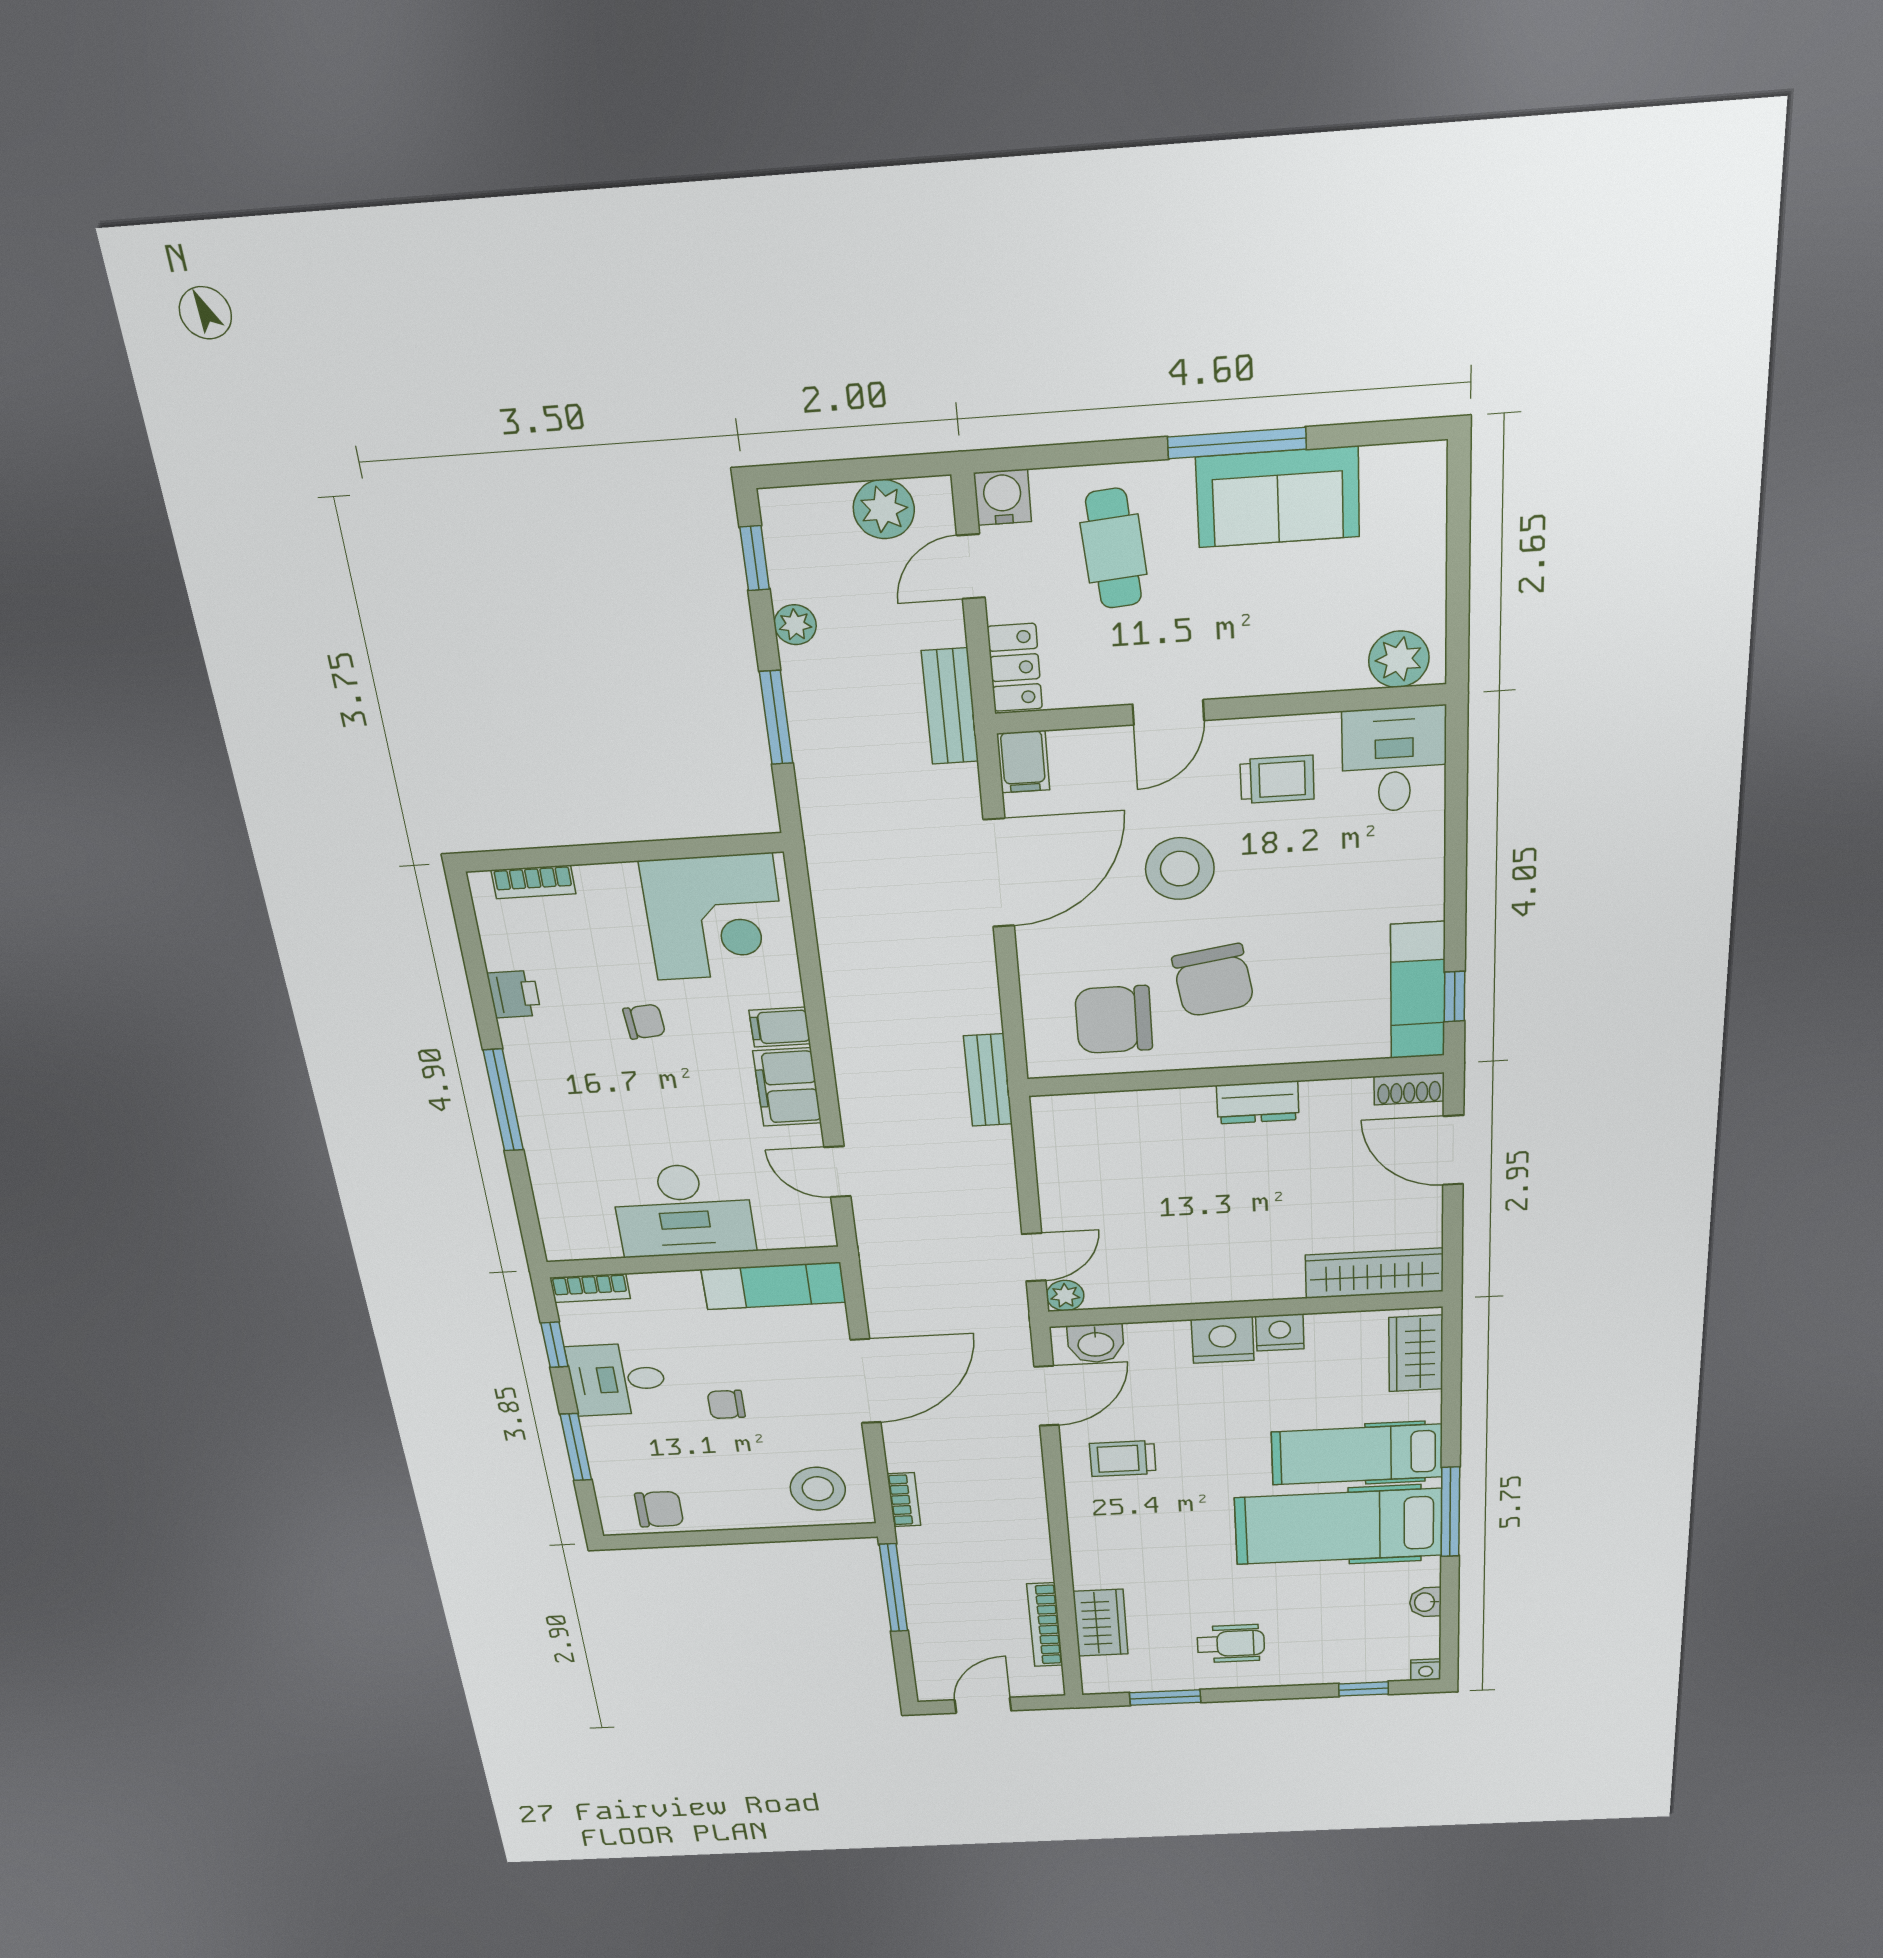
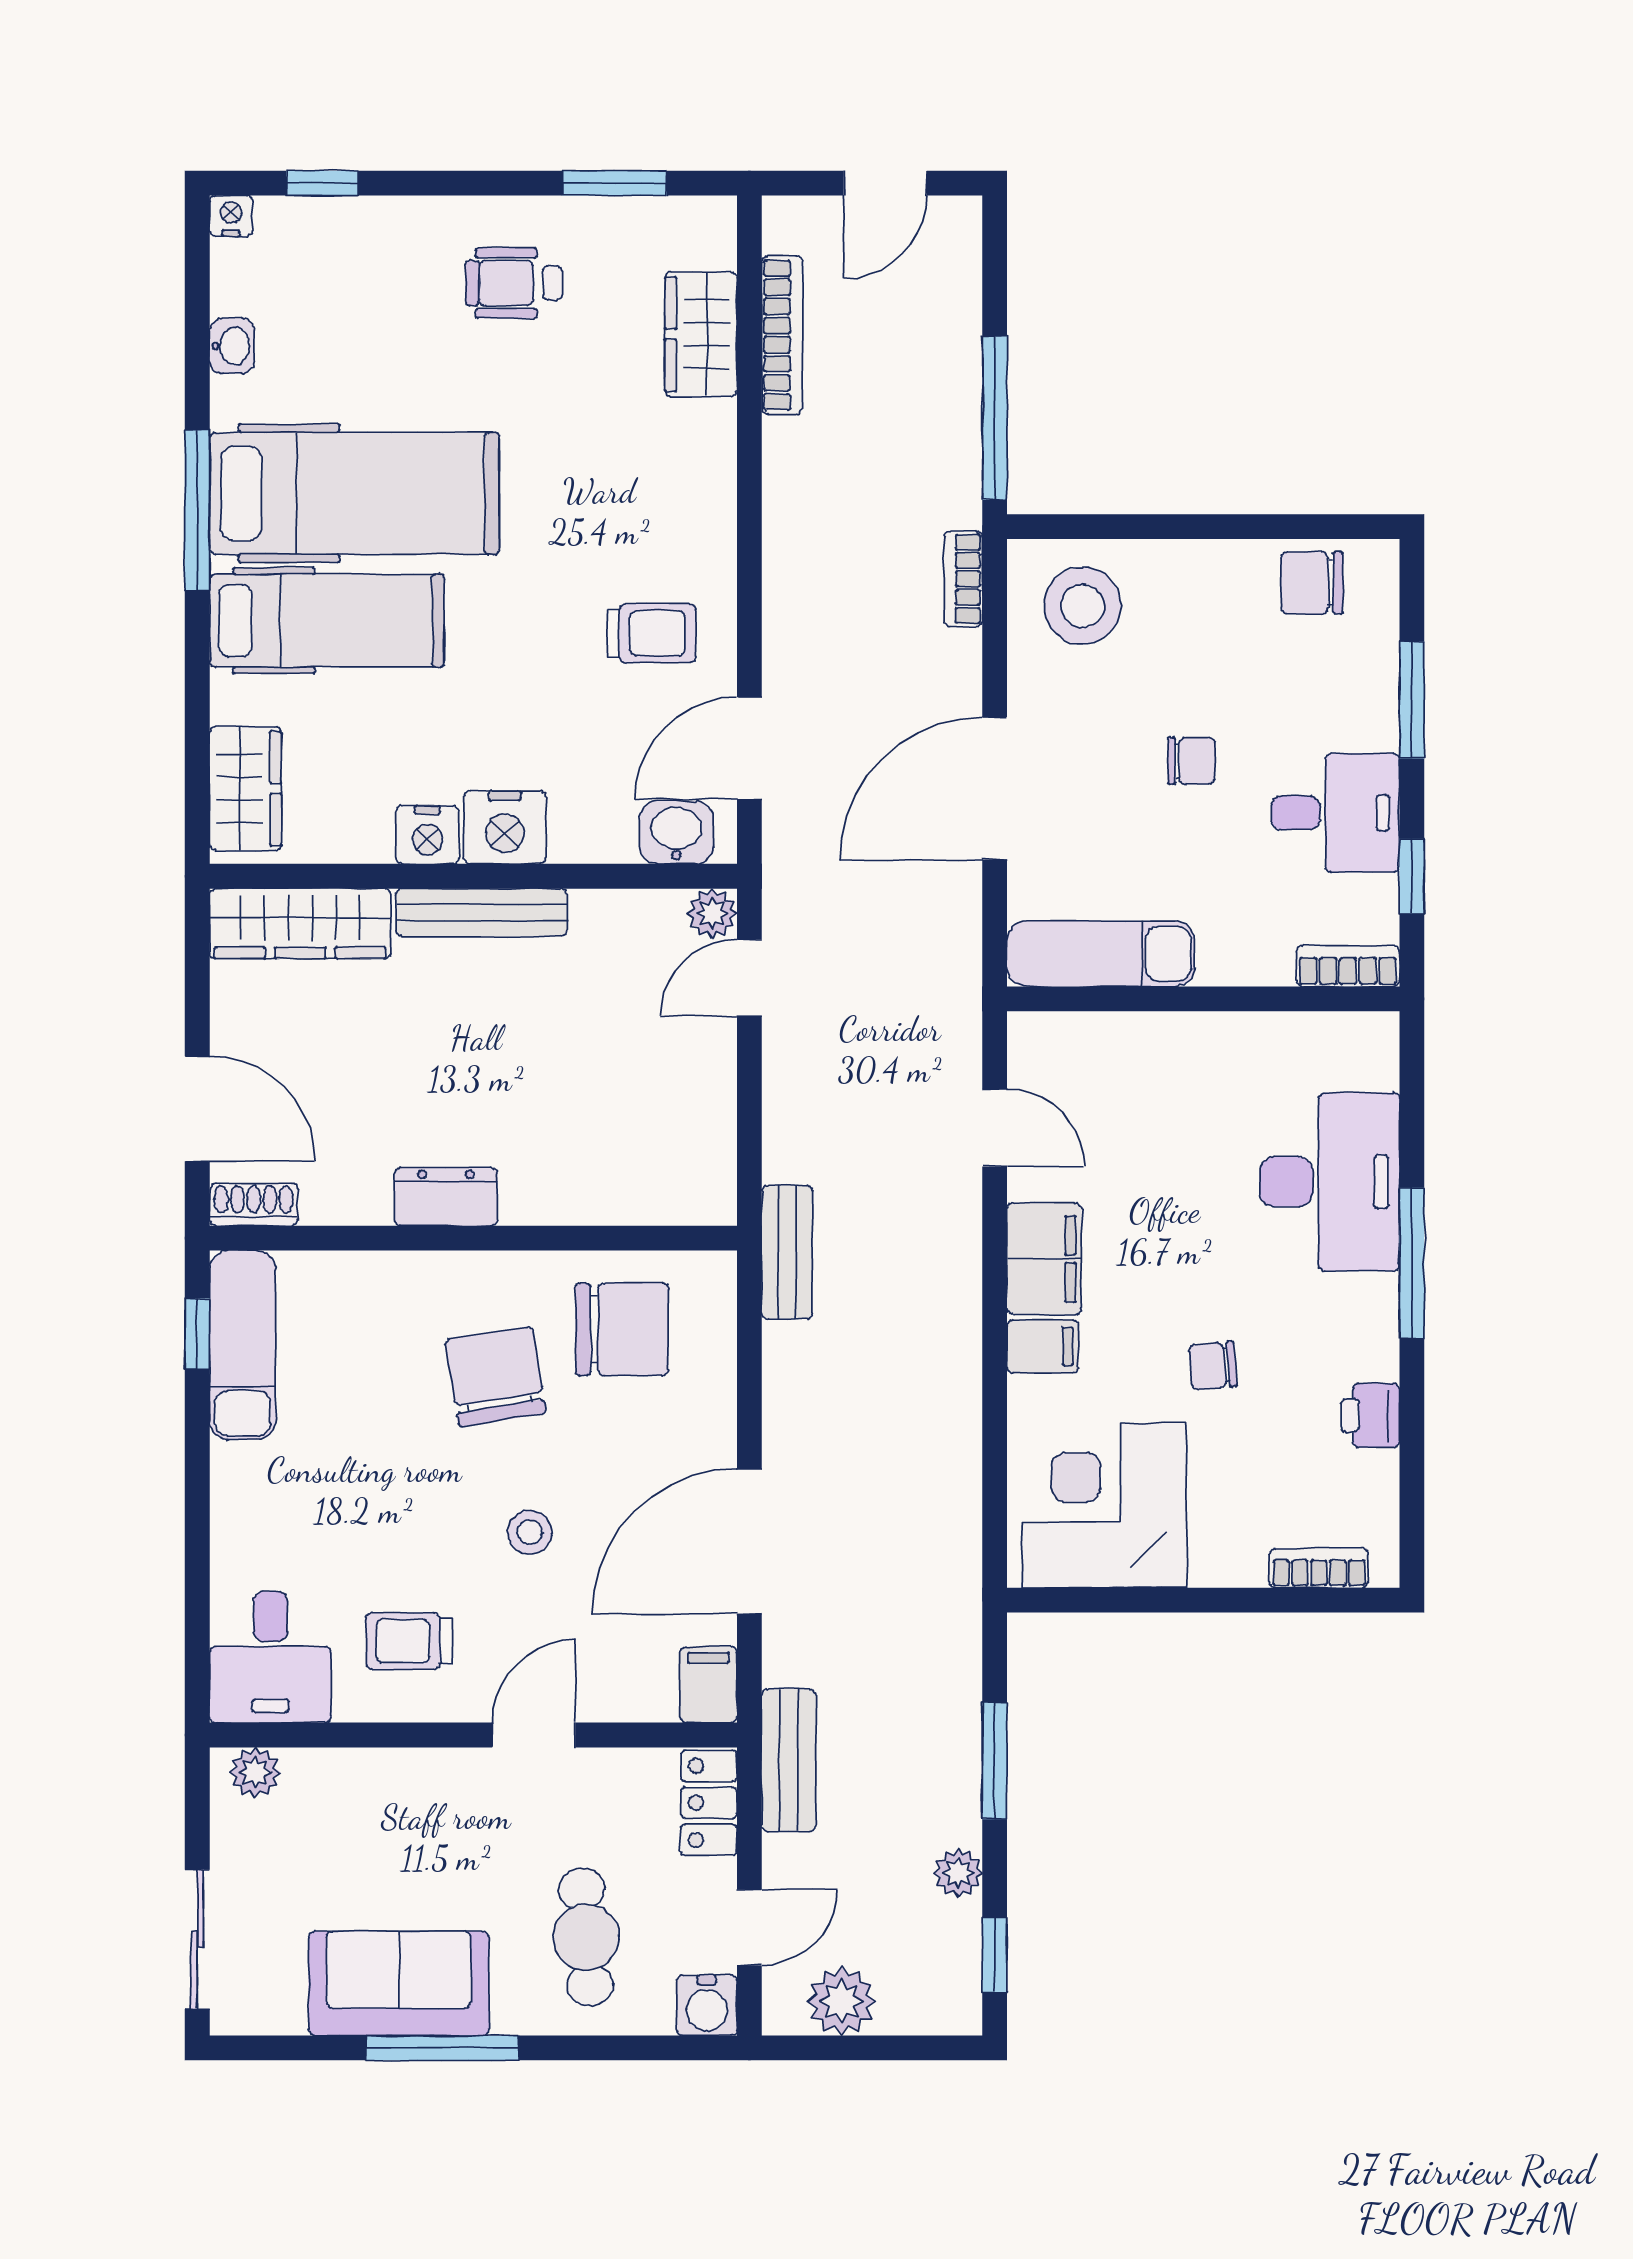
sliding door: (1458, 523) -> (197, 1939), added
plant: (1399, 659) -> (255, 1772), width x0.73, depth x0.73
stool: (1180, 869) -> (530, 1532), width x0.53, depth x0.53
desk: (683, 1210) -> (1330, 1182), moved, turned 90
bench: (1238, 1287) -> (481, 913), added

